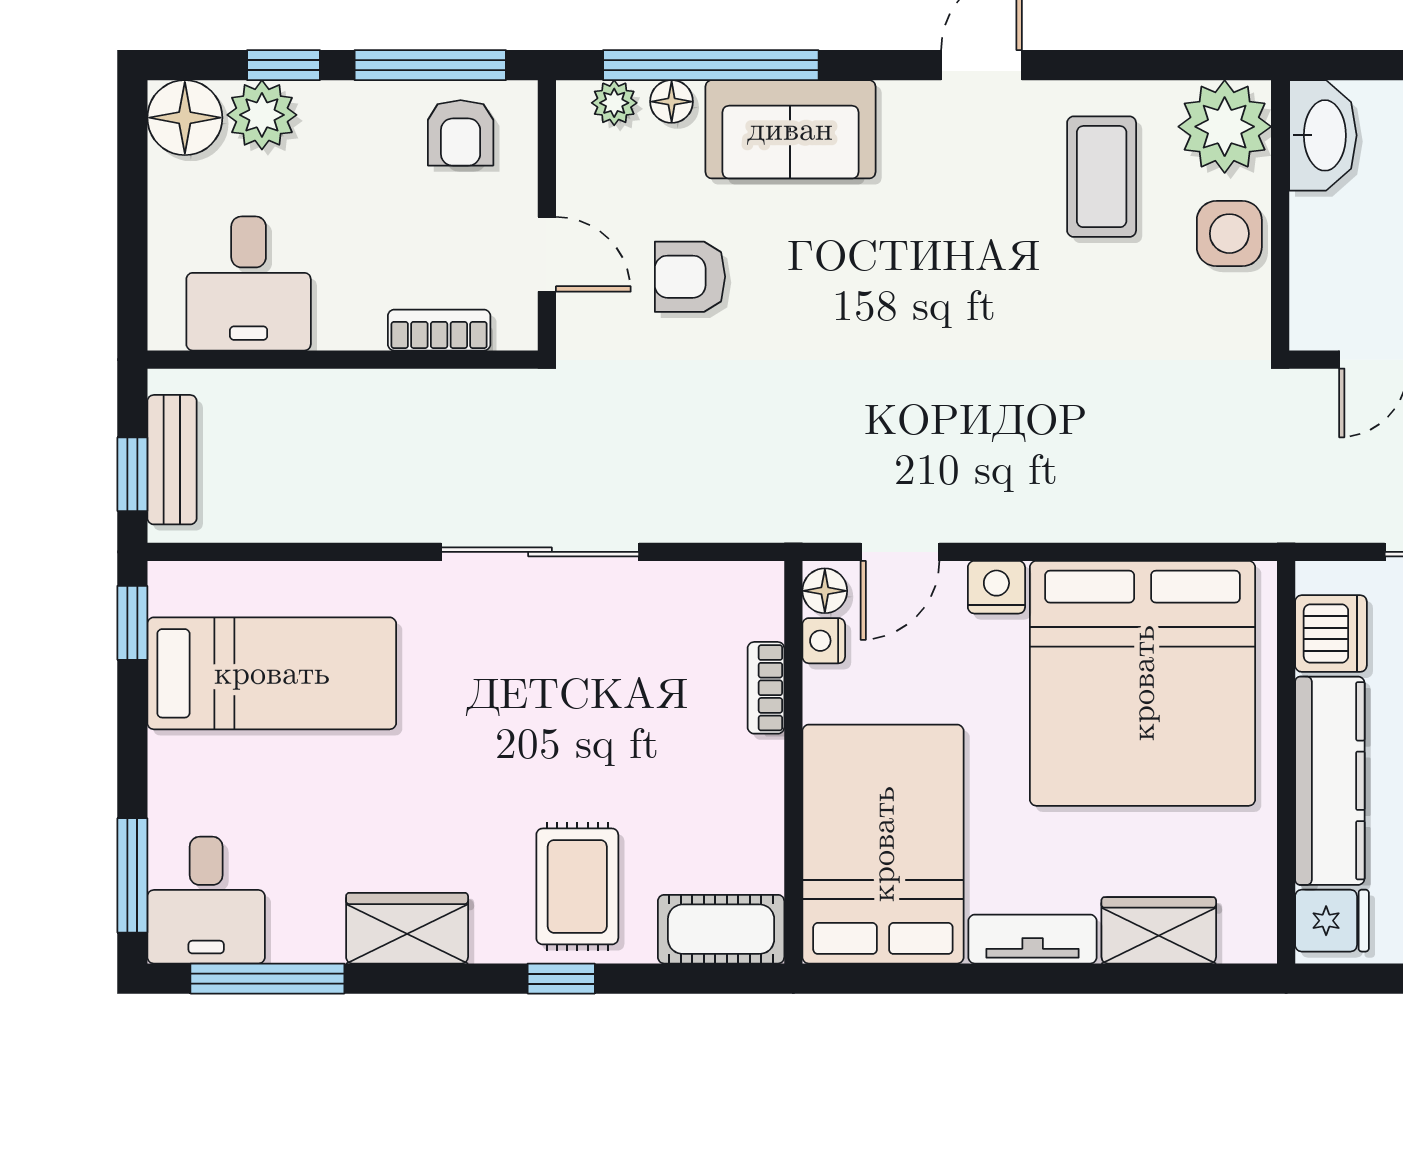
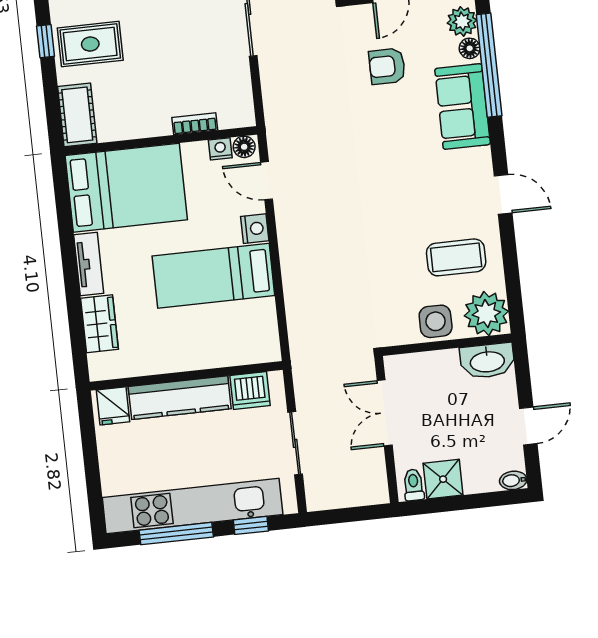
plant: (614, 103) -> (462, 21), width x1.38, depth x1.38
armchair: (690, 277) -> (387, 66), turned -90
bed: (1143, 683) -> (213, 276), width x0.49

